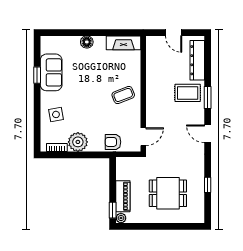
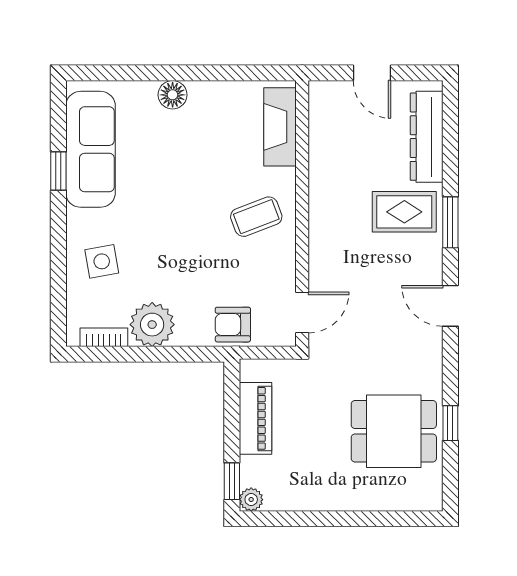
fireplace: (124, 43) -> (280, 127), moved, turned 90
sofa: (51, 72) -> (91, 149), width x1.36
dining table: (168, 193) -> (394, 431), moved
piano: (123, 196) -> (255, 418), moved

